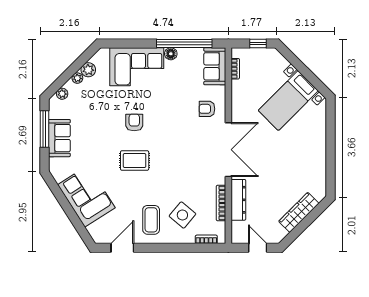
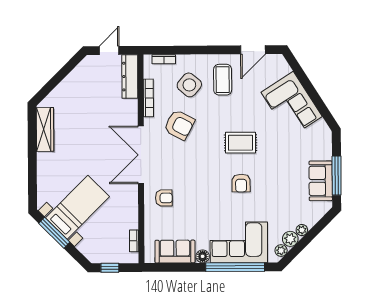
window: (184, 44) -> (235, 267), moved
sofa: (215, 66) -> (175, 252), moved, turned -90
window: (310, 77) -> (54, 233), added
plant: (62, 94) -> (281, 251), moved
sofa: (59, 138) -> (321, 181), moved
armchair: (192, 178) -> (179, 125), added
dresser: (238, 200) -> (130, 77), moved
wardrobe: (299, 212) -> (45, 130), moved, turned -45
door: (258, 248) -> (109, 51), swing flipped

